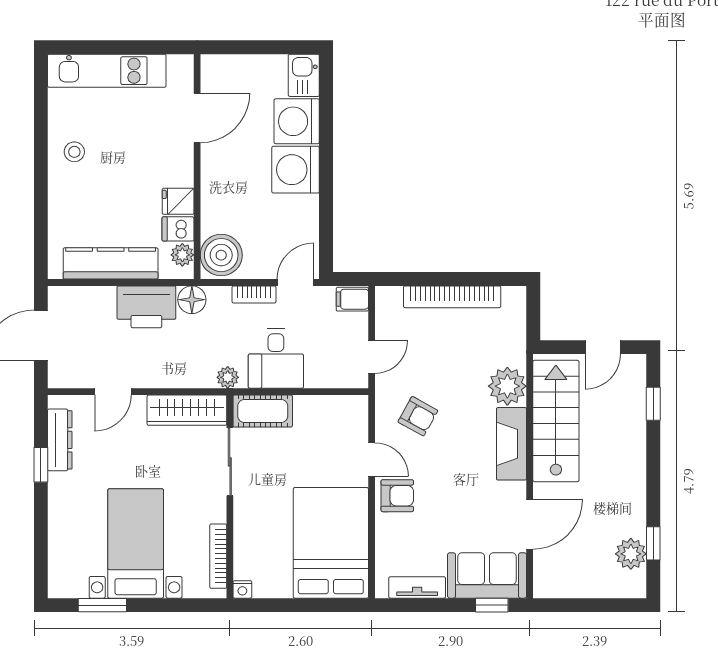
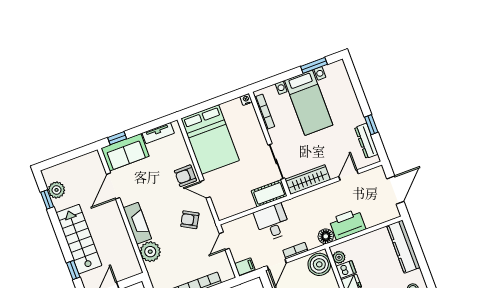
kitchen counter: (111, 263) -> (403, 247), moved, turned 90
plant: (228, 377) -> (293, 204), removed
stairs: (556, 421) -> (79, 239), moved, turned 180

